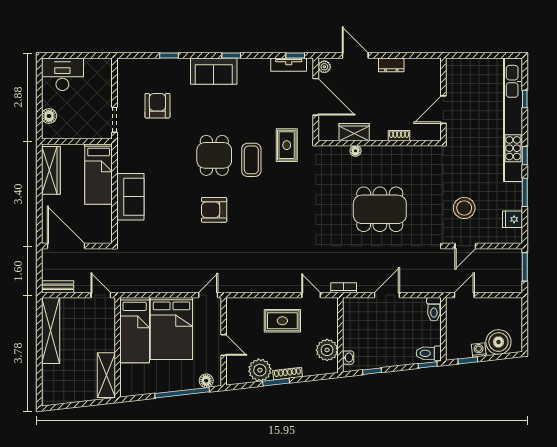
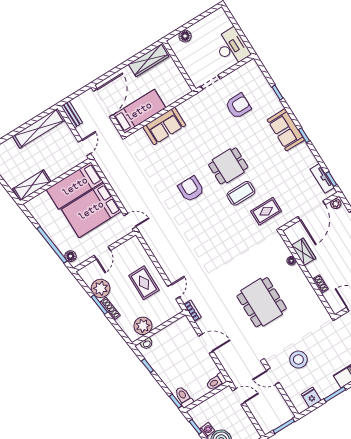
desk: (62, 74) -> (232, 47), moved
bed: (99, 174) -> (139, 111), moved, turned 180

